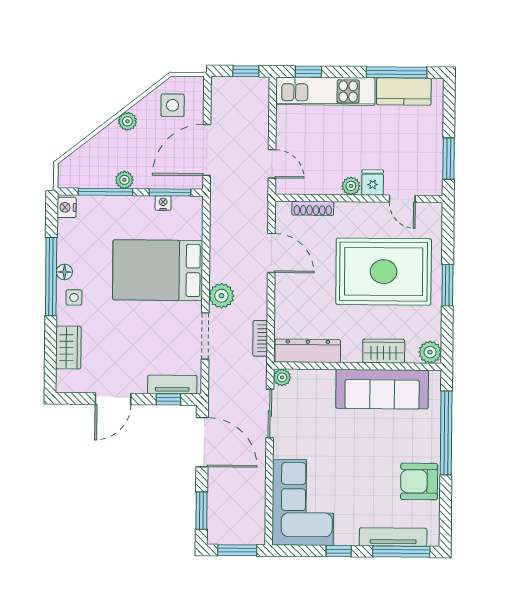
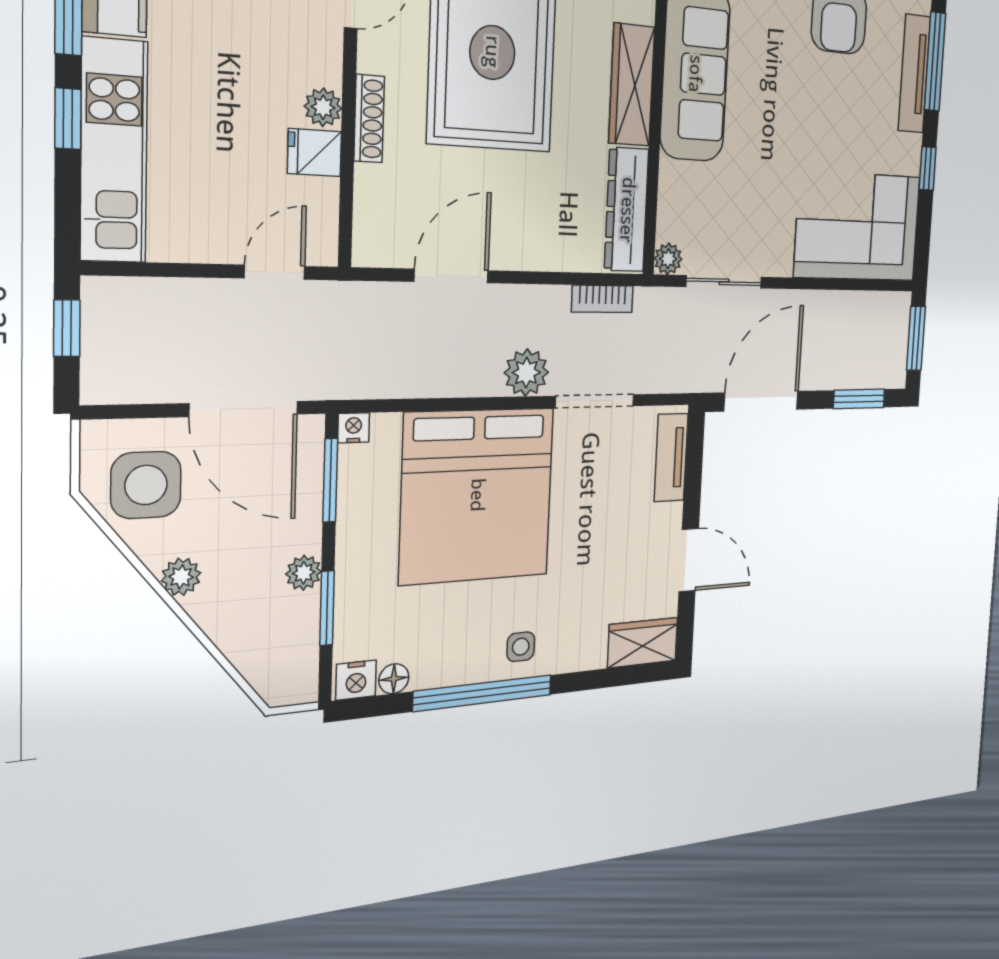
window: (308, 72) -> (68, 119), moved
side table: (173, 105) -> (146, 485), width x1.37, depth x1.37
fridge: (373, 183) -> (315, 153), moved
window: (105, 192) -> (327, 608), width x0.69
nightstand: (163, 203) -> (354, 428), moved, turned 90
shoe rack: (313, 208) -> (369, 119), moved
bed: (158, 270) -> (477, 495), width x1.36
floor lamp: (64, 272) -> (394, 679), moved
wardrobe: (68, 348) -> (643, 643), moved
wardrobe: (384, 351) -> (632, 85), width x1.50
window: (168, 399) -> (694, 463), removed

